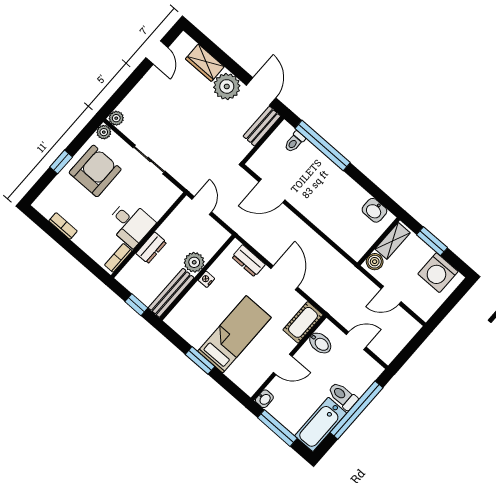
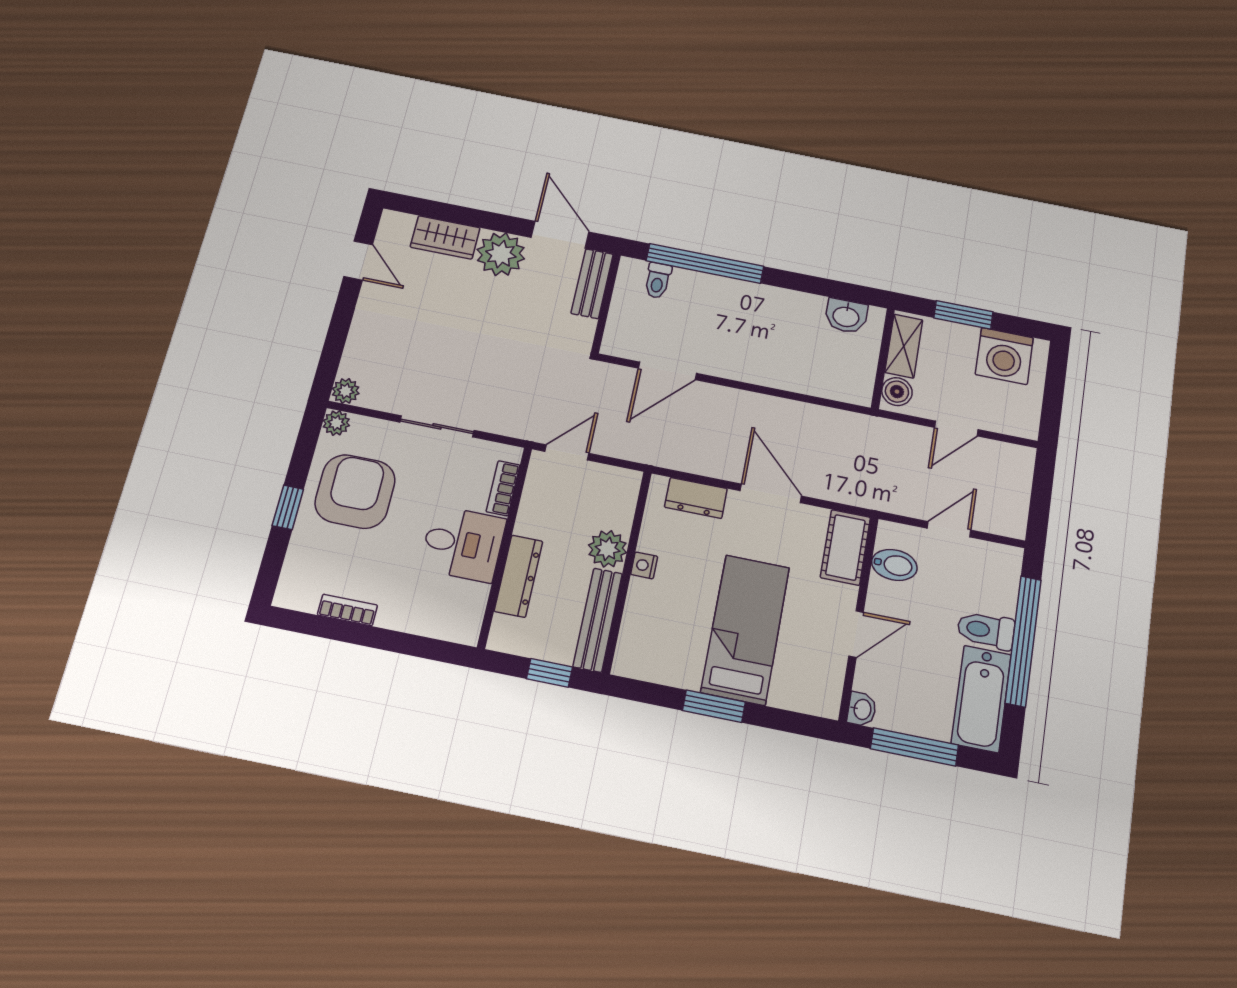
door: (202, 206) -> (567, 452), hinge flipped
dresser: (151, 248) -> (518, 576), width x1.44
bookcase: (118, 258) -> (503, 488), moved

